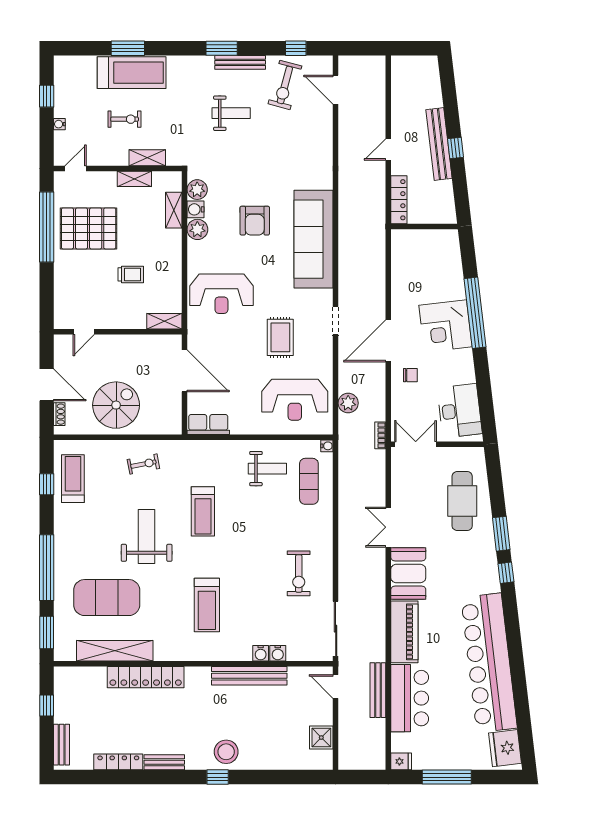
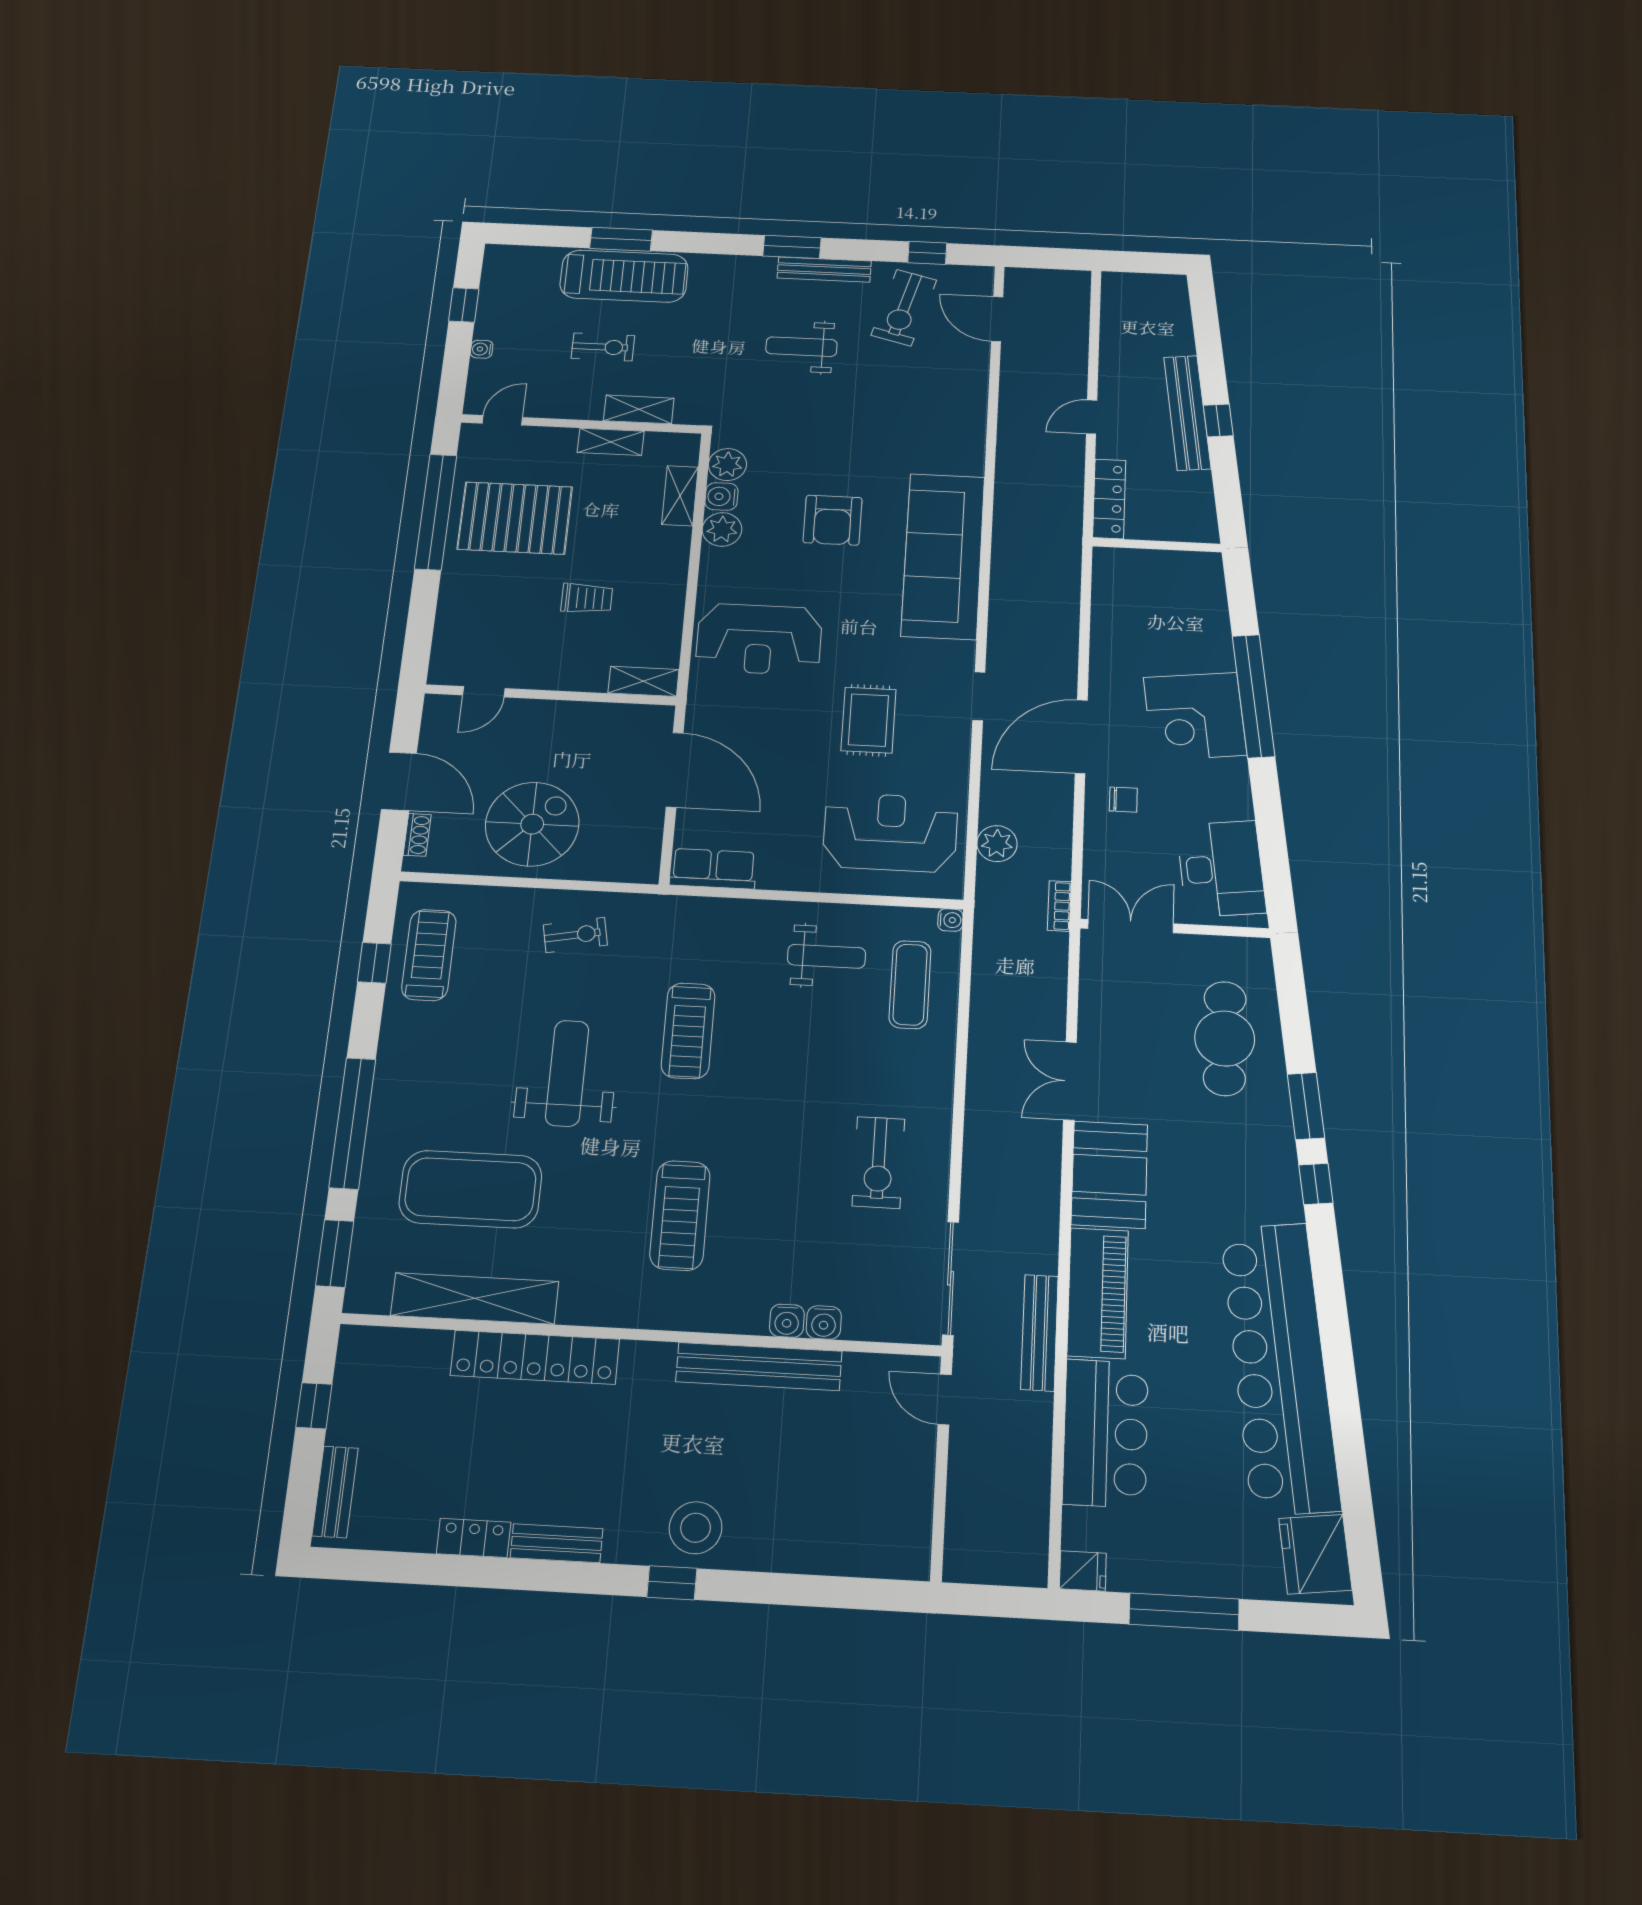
weight bench: (231, 113) -> (801, 347), turned 180
reception desk: (295, 400) -> (890, 832), turned 180
bench: (378, 690) -> (1040, 1333), moved
shower: (321, 738) -> (908, 1508), removed
locker: (118, 762) -> (474, 1538), width x0.66

